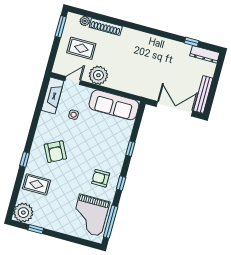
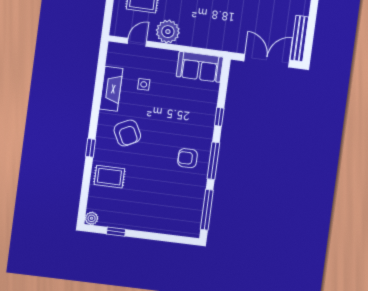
fireplace: (52, 95) -> (111, 89), moved
sofa: (114, 105) -> (200, 67), width x0.73
window: (121, 183) -> (213, 161), width x2.17
plant: (23, 213) -> (92, 218), width x0.53, depth x0.53
grand piano: (90, 215) -> (181, 205), removed

